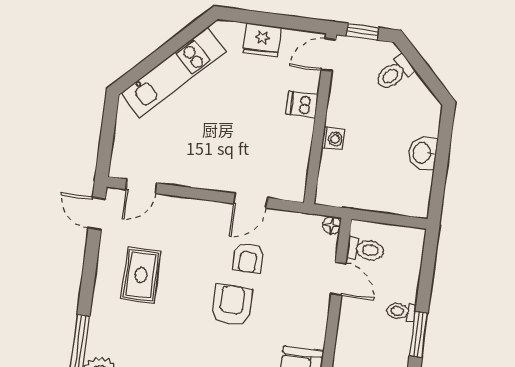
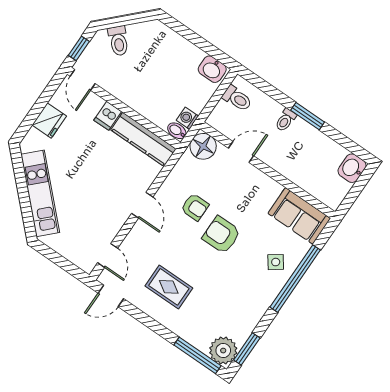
washing machine: (333, 139) -> (188, 118), moved, turned -90
washbasin: (423, 153) -> (212, 69), moved
kitchen counter: (296, 160) -> (144, 139), added
bidet: (325, 193) -> (177, 131), added
door: (251, 201) -> (142, 205), moved
floor lamp: (332, 225) -> (203, 146), width x1.89, depth x1.89
toilet: (365, 250) -> (237, 98), moved, turned 90

